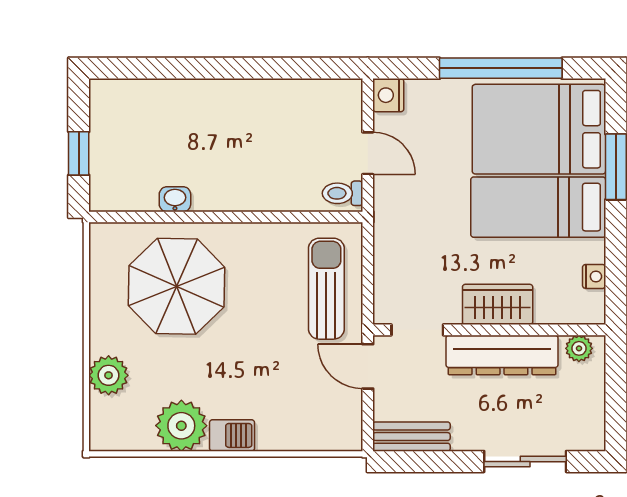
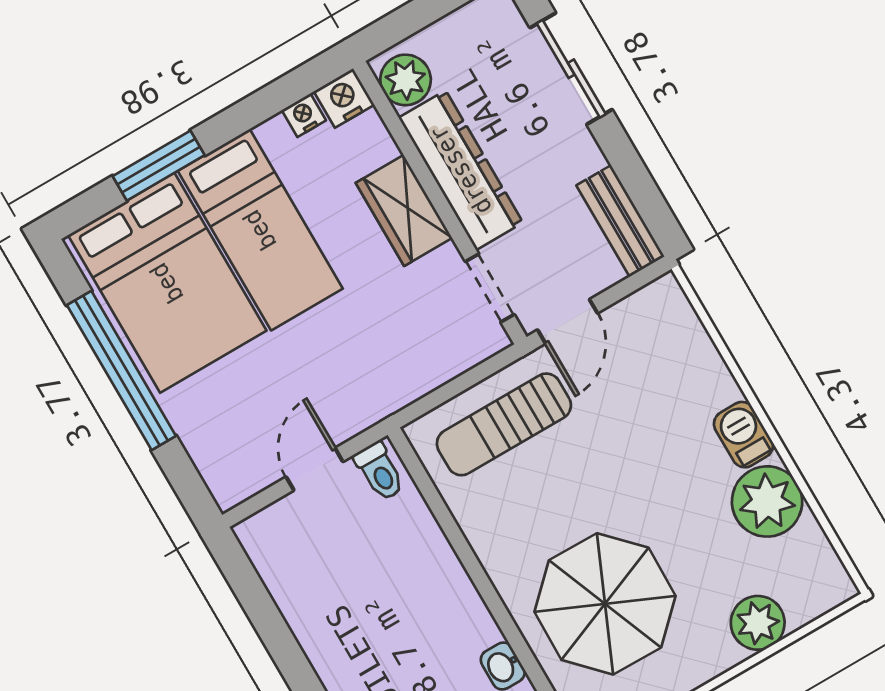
nightstand: (388, 95) -> (344, 98), moved, turned 180
plant: (579, 348) -> (406, 80), width x1.38, depth x1.38

